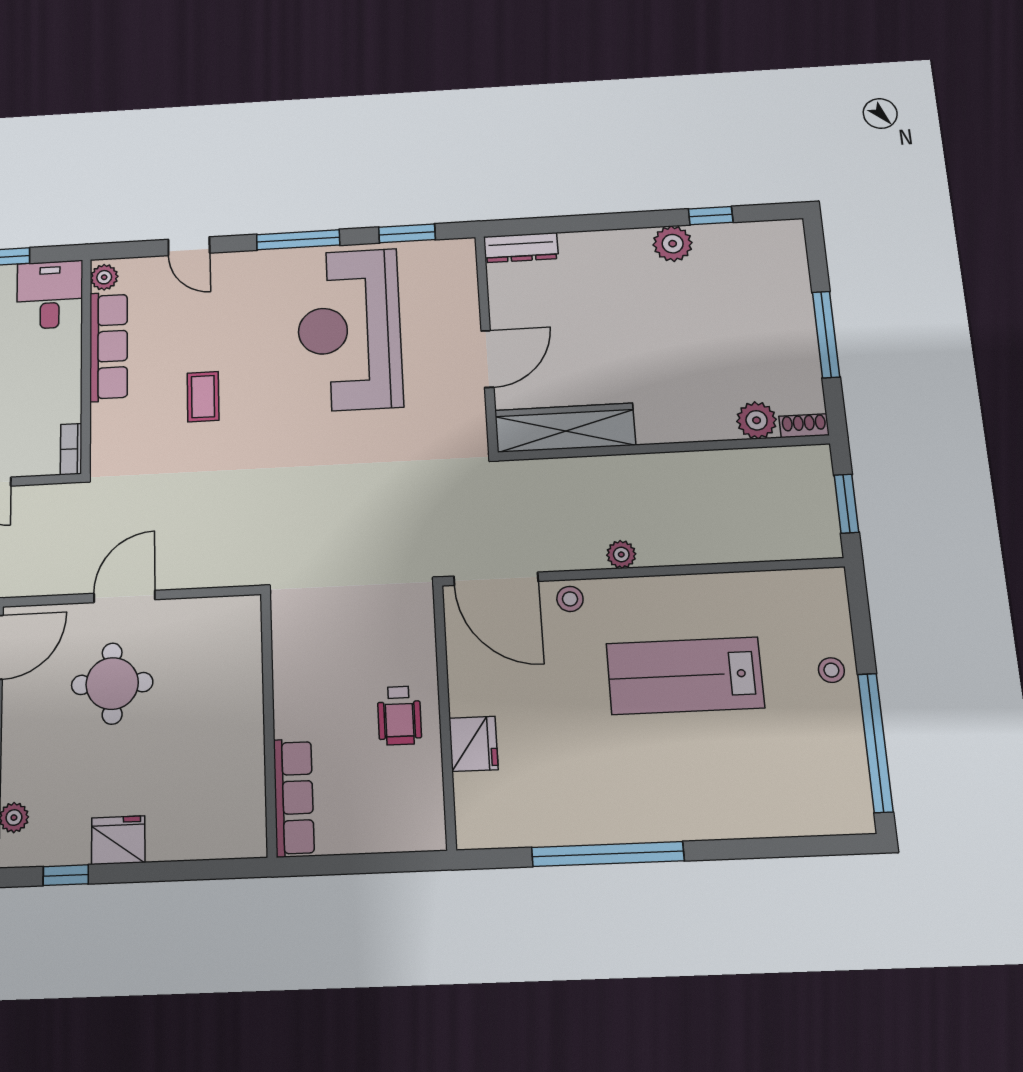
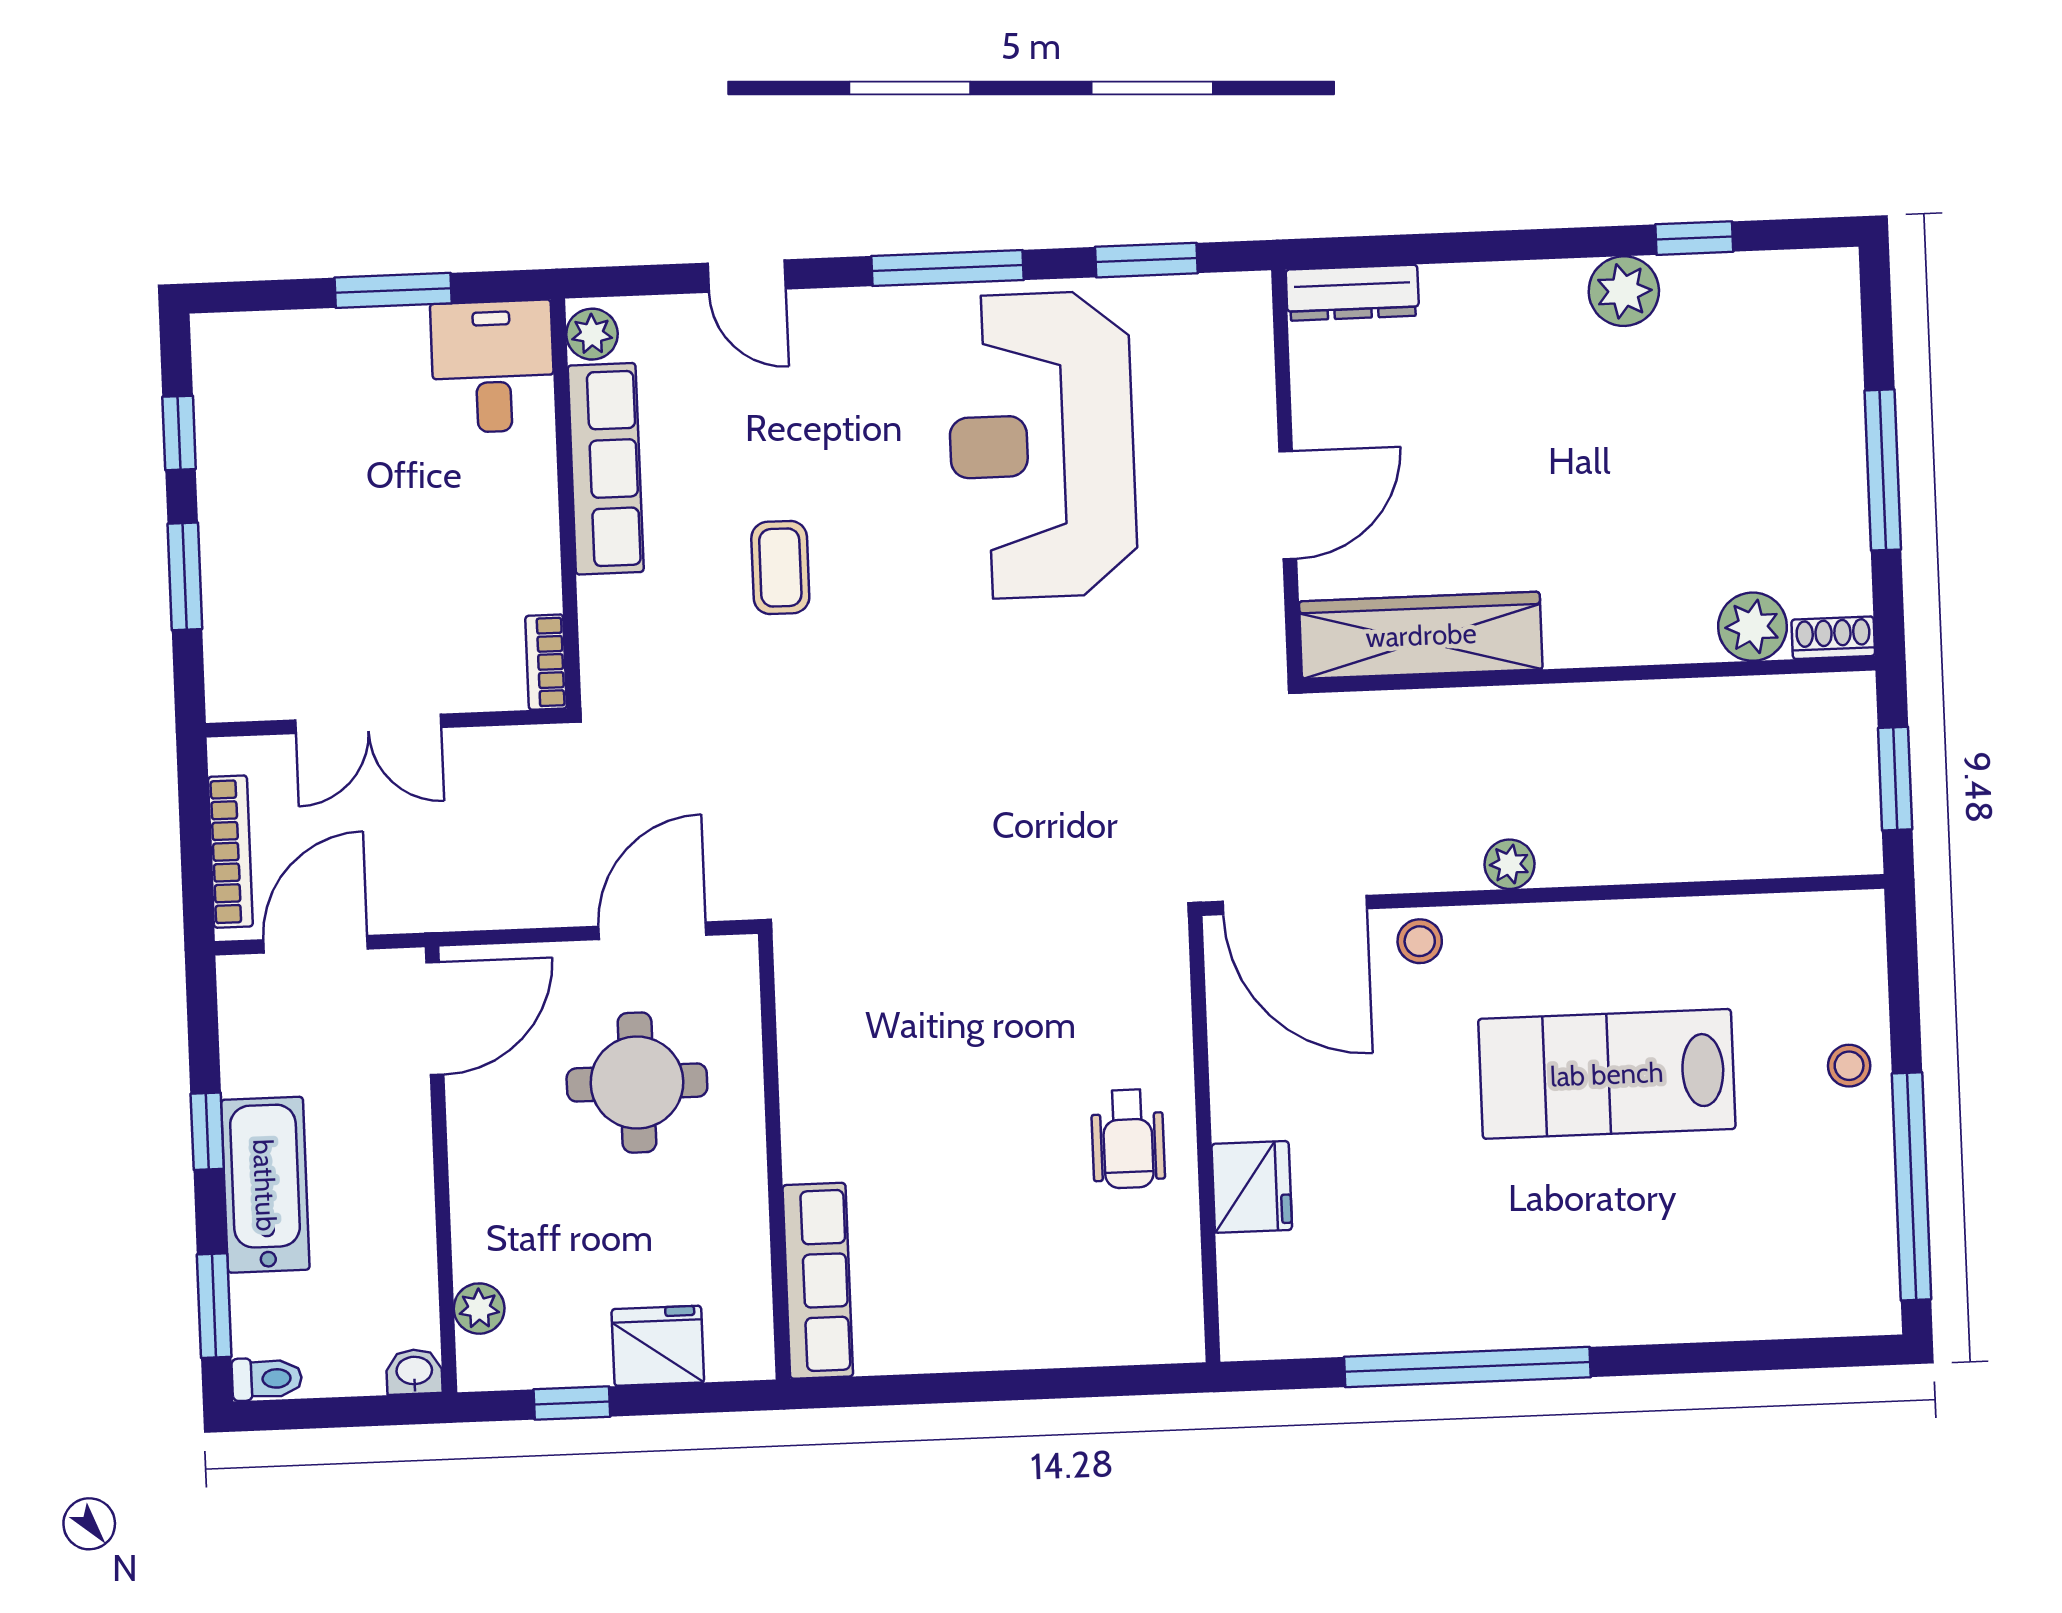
wall: (269, 723) -> (774, 1156), moved
row of seats: (294, 798) -> (818, 1281), moved

